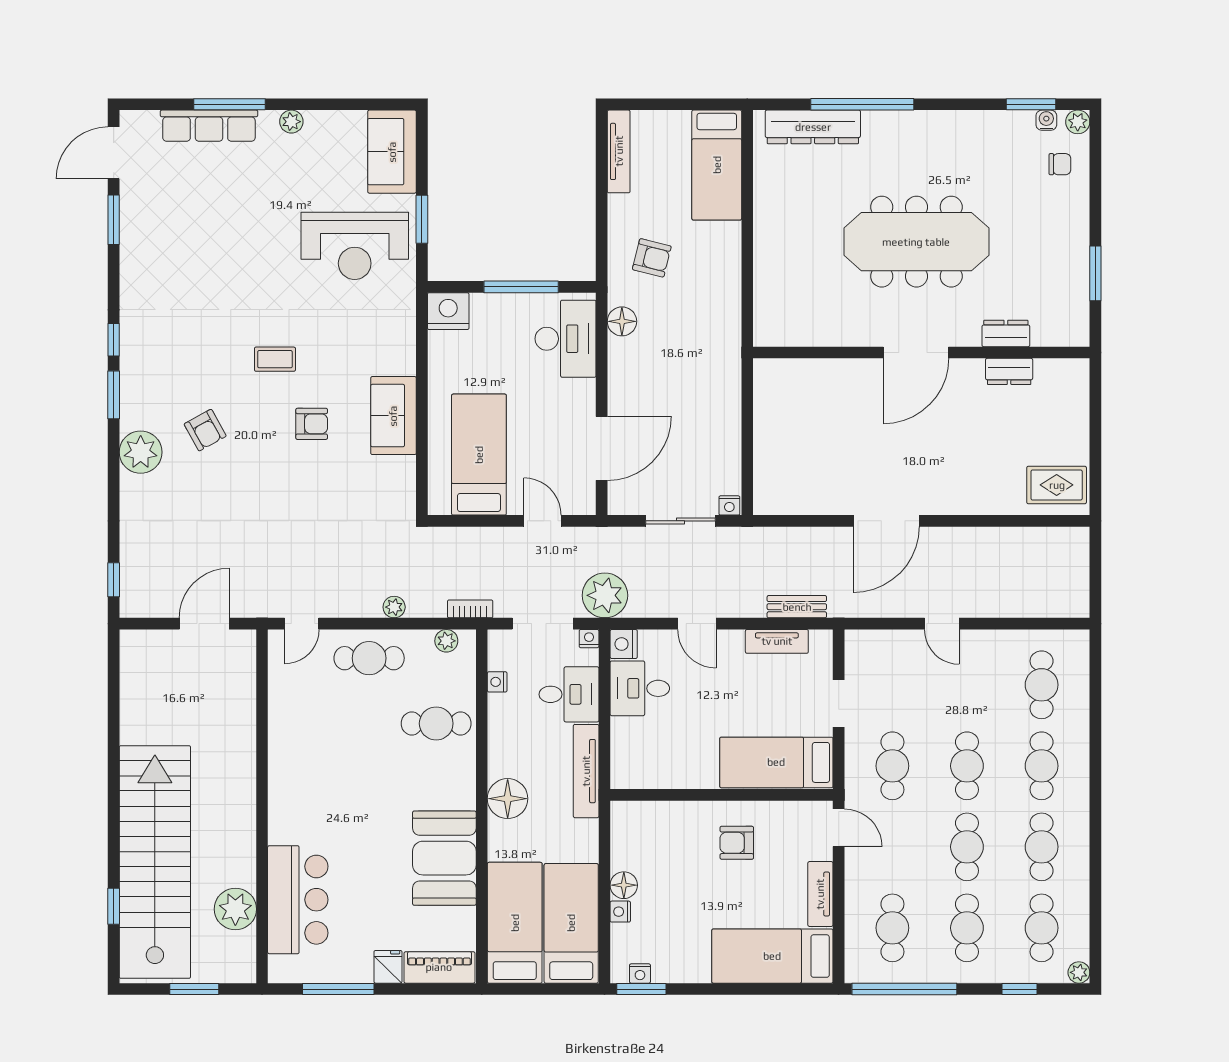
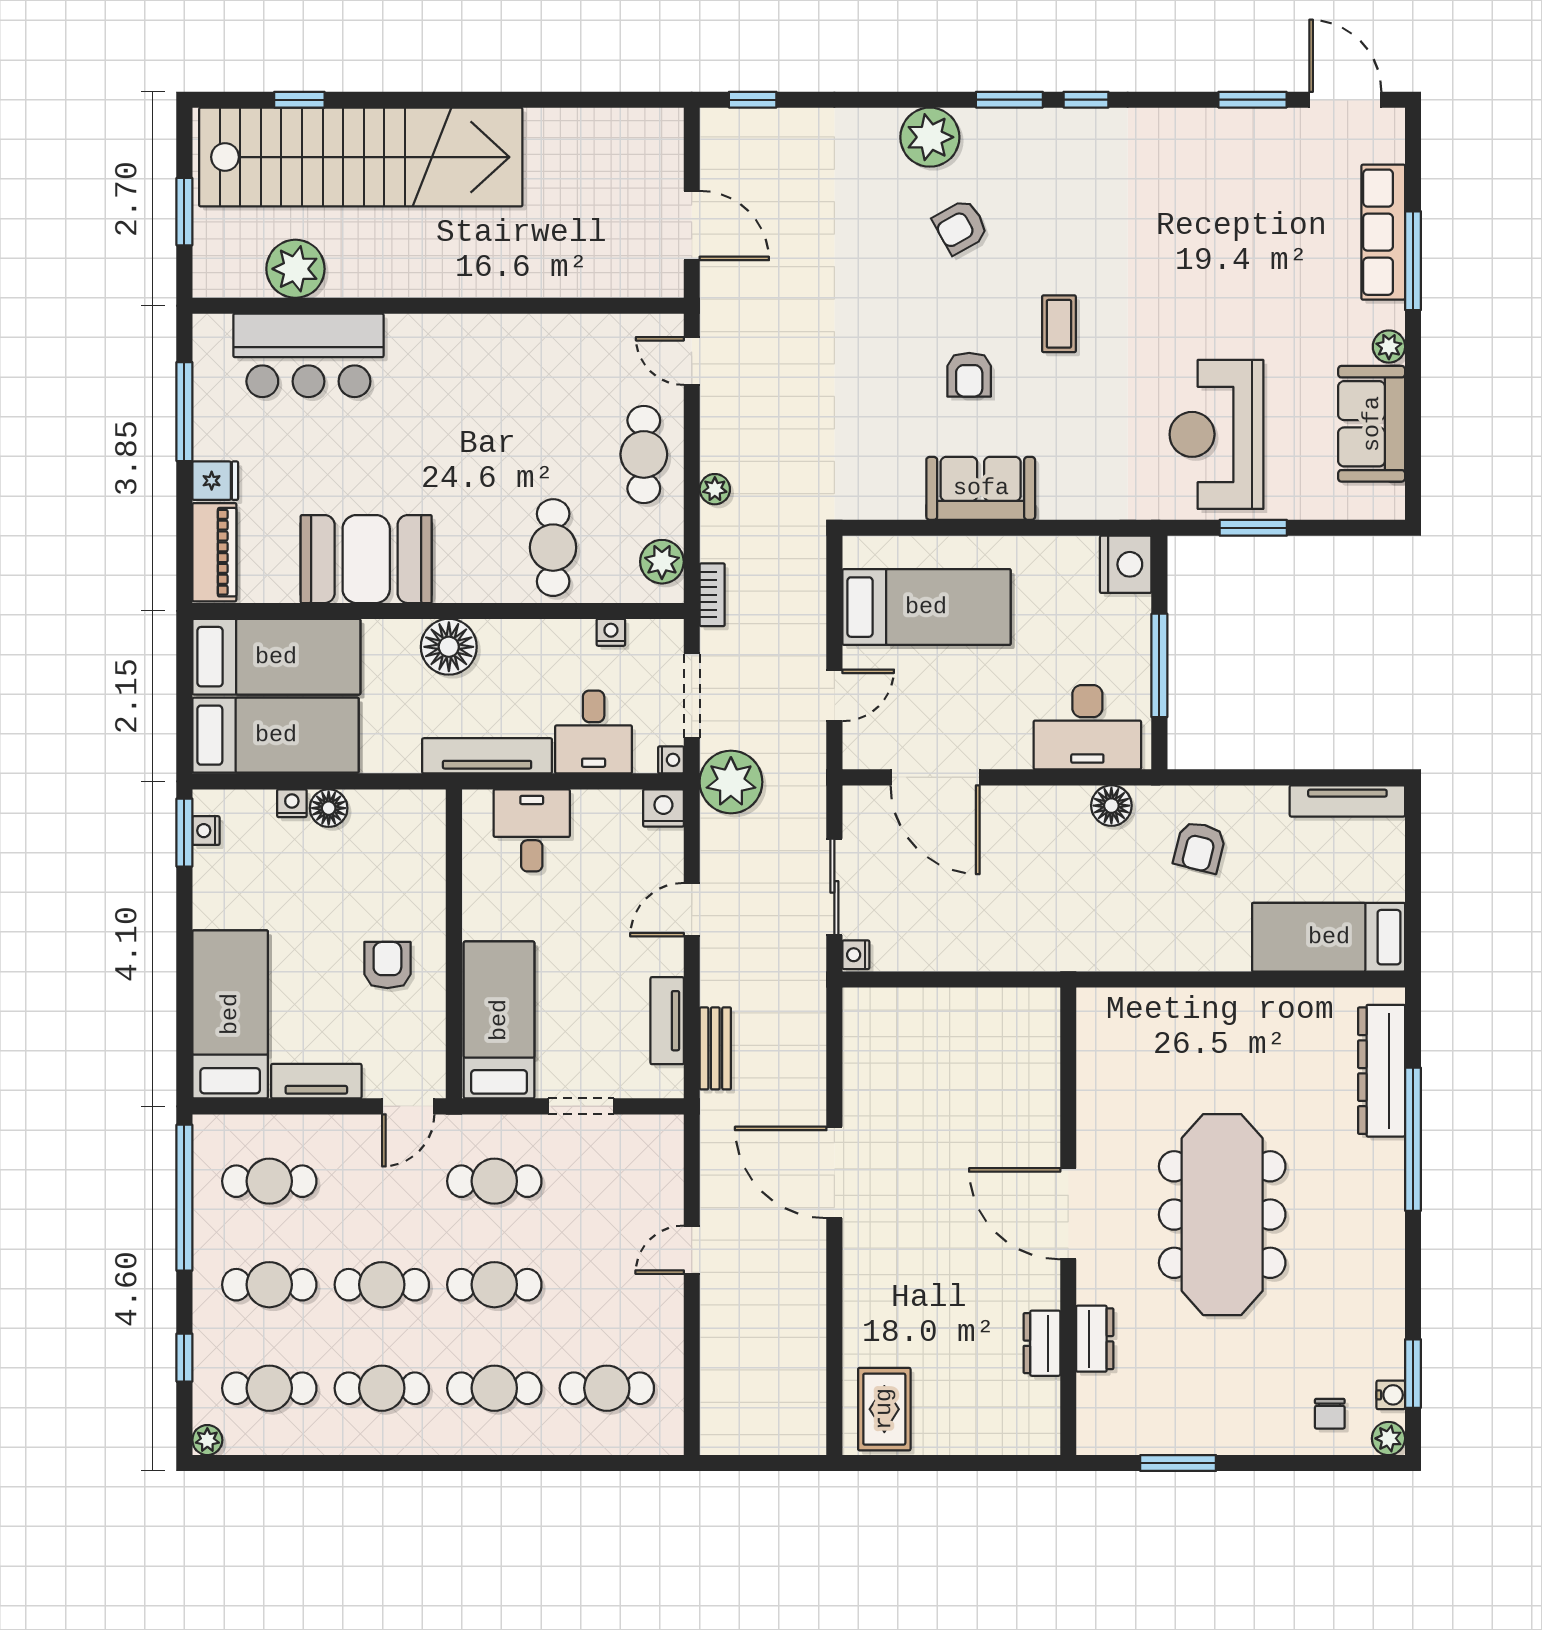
sofa: (392, 152) -> (1372, 424), moved, turned -90
plant: (446, 641) -> (662, 562), width x1.38, depth x1.38
desk: (640, 688) -> (532, 830), moved

